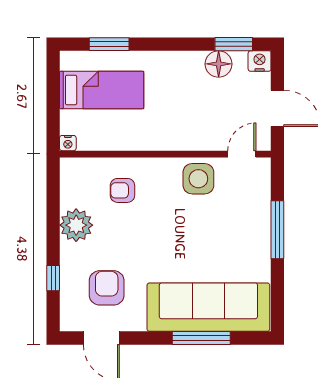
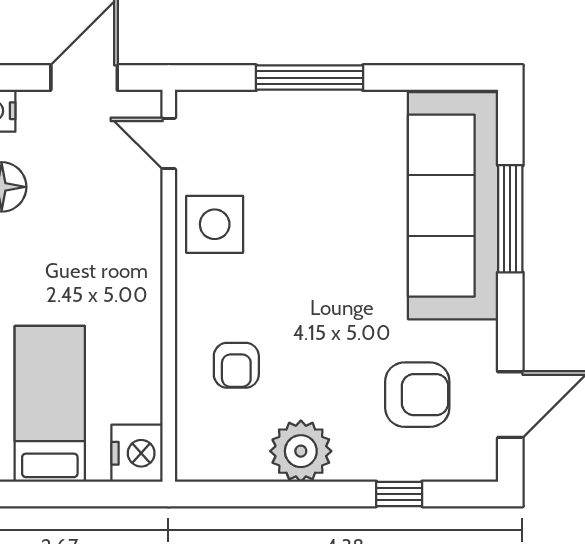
nightstand: (68, 143) -> (137, 453), width x1.89, depth x1.79
armchair: (107, 288) -> (417, 395), turned 180

